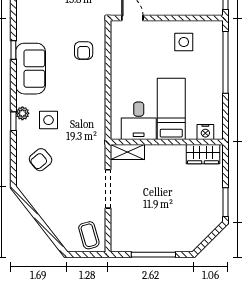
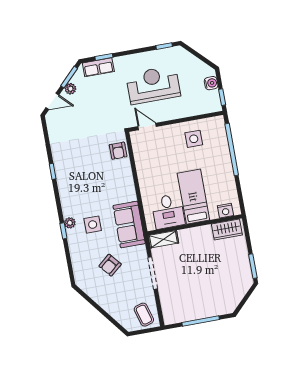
armchair: (84, 51) -> (118, 151), moved
sofa: (31, 69) -> (129, 225), moved, turned 180
armchair: (41, 160) -> (110, 265), moved

